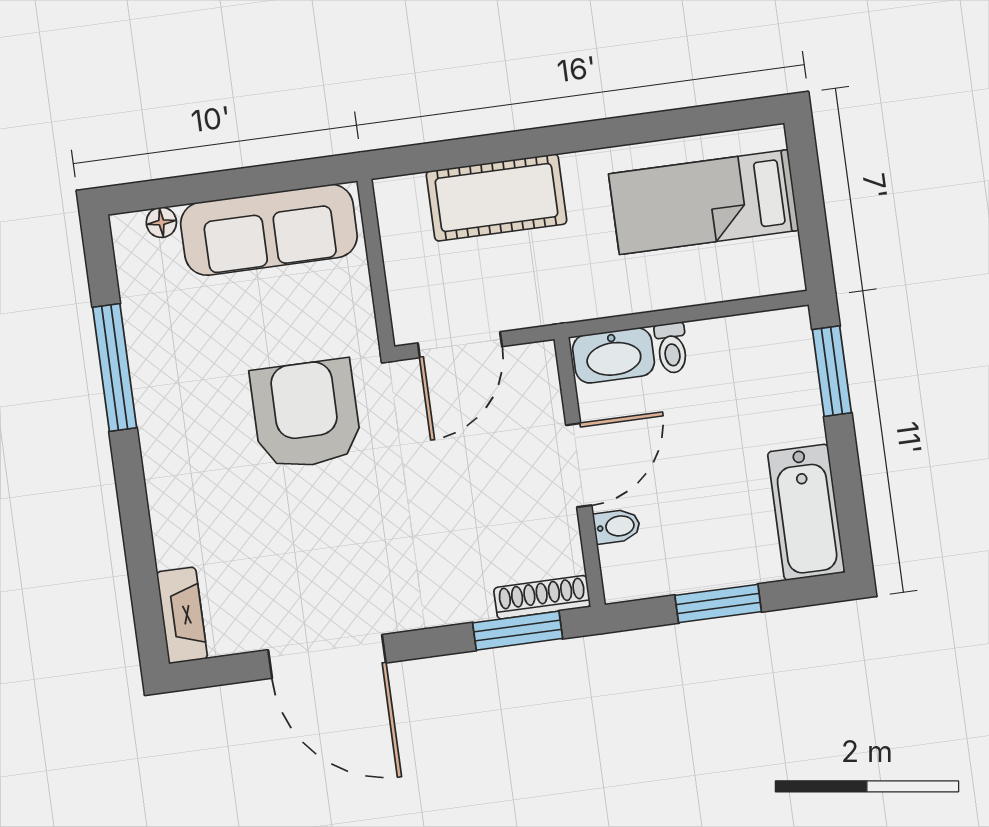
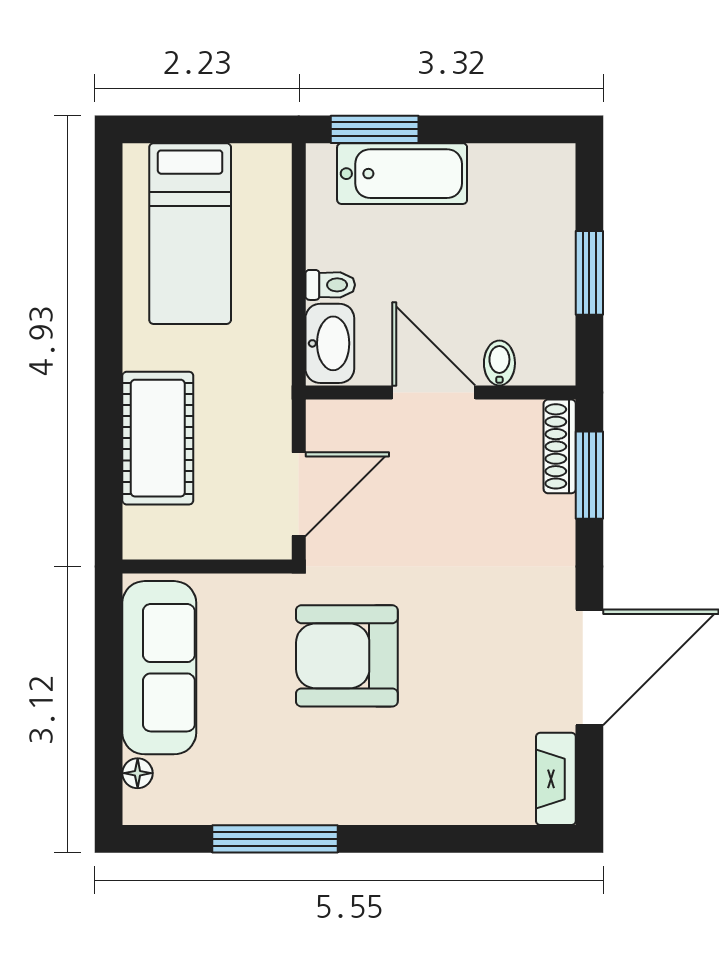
door: (460, 345) -> (299, 494), hinge flipped
bathtub: (806, 512) -> (402, 174), moved
fireplace: (182, 615) -> (556, 779), moved, turned -90

